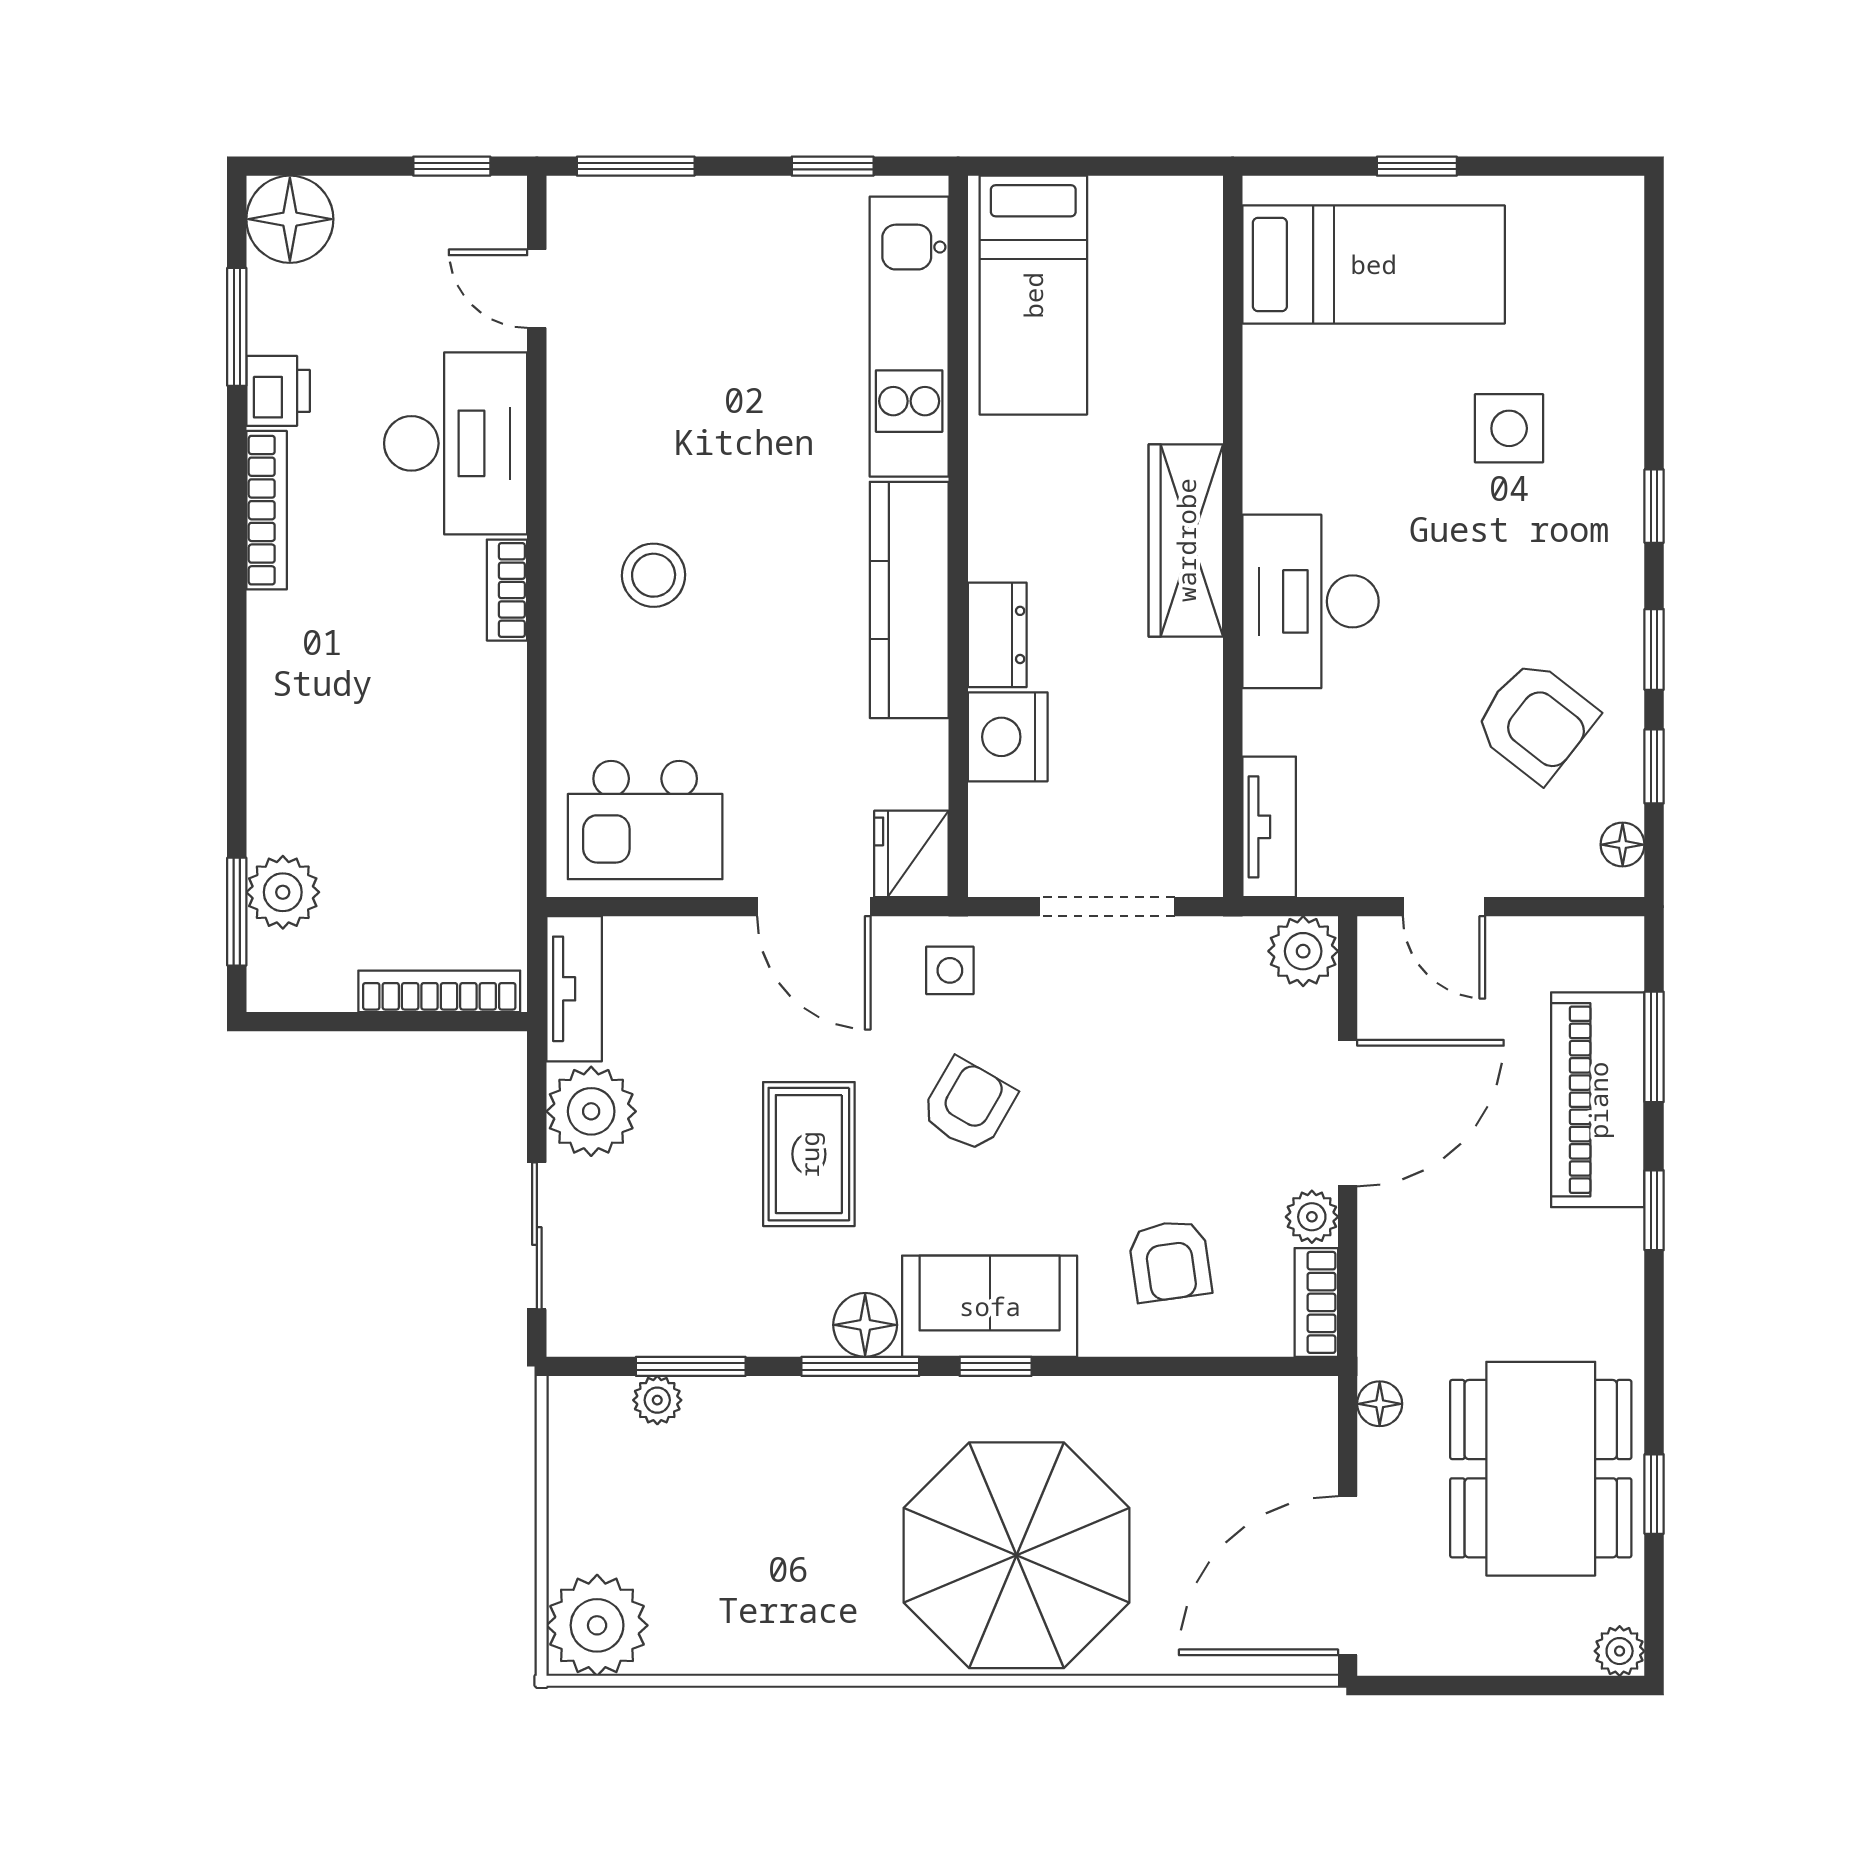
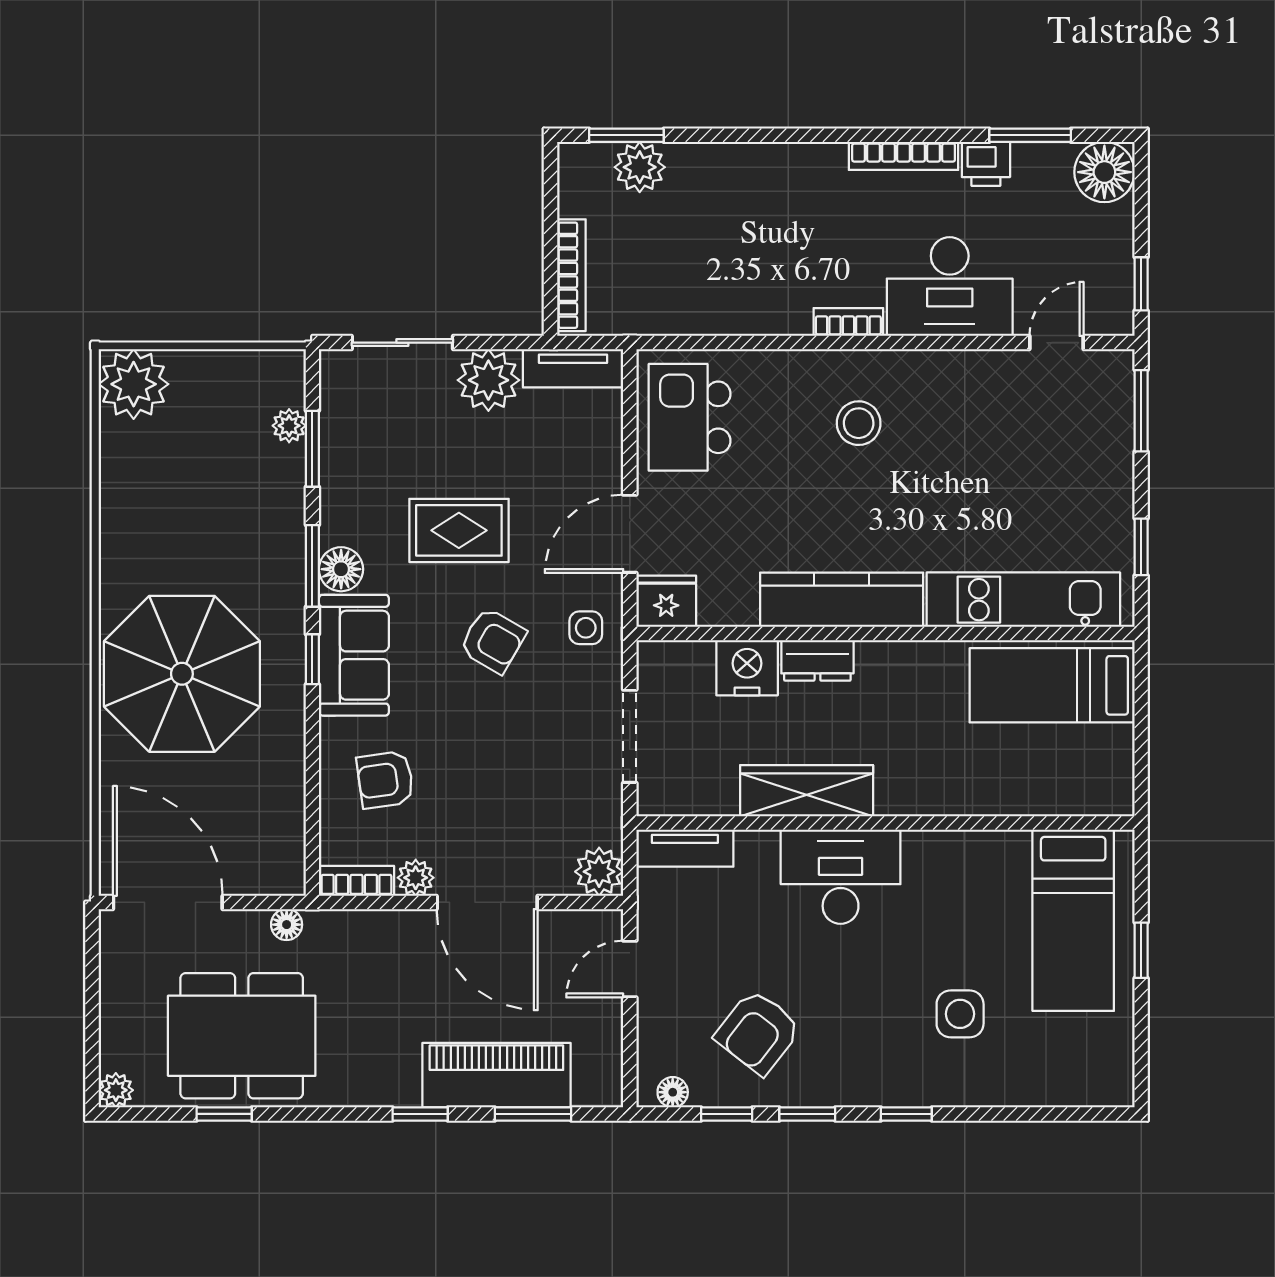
wardrobe: (1186, 540) -> (807, 791), moved

